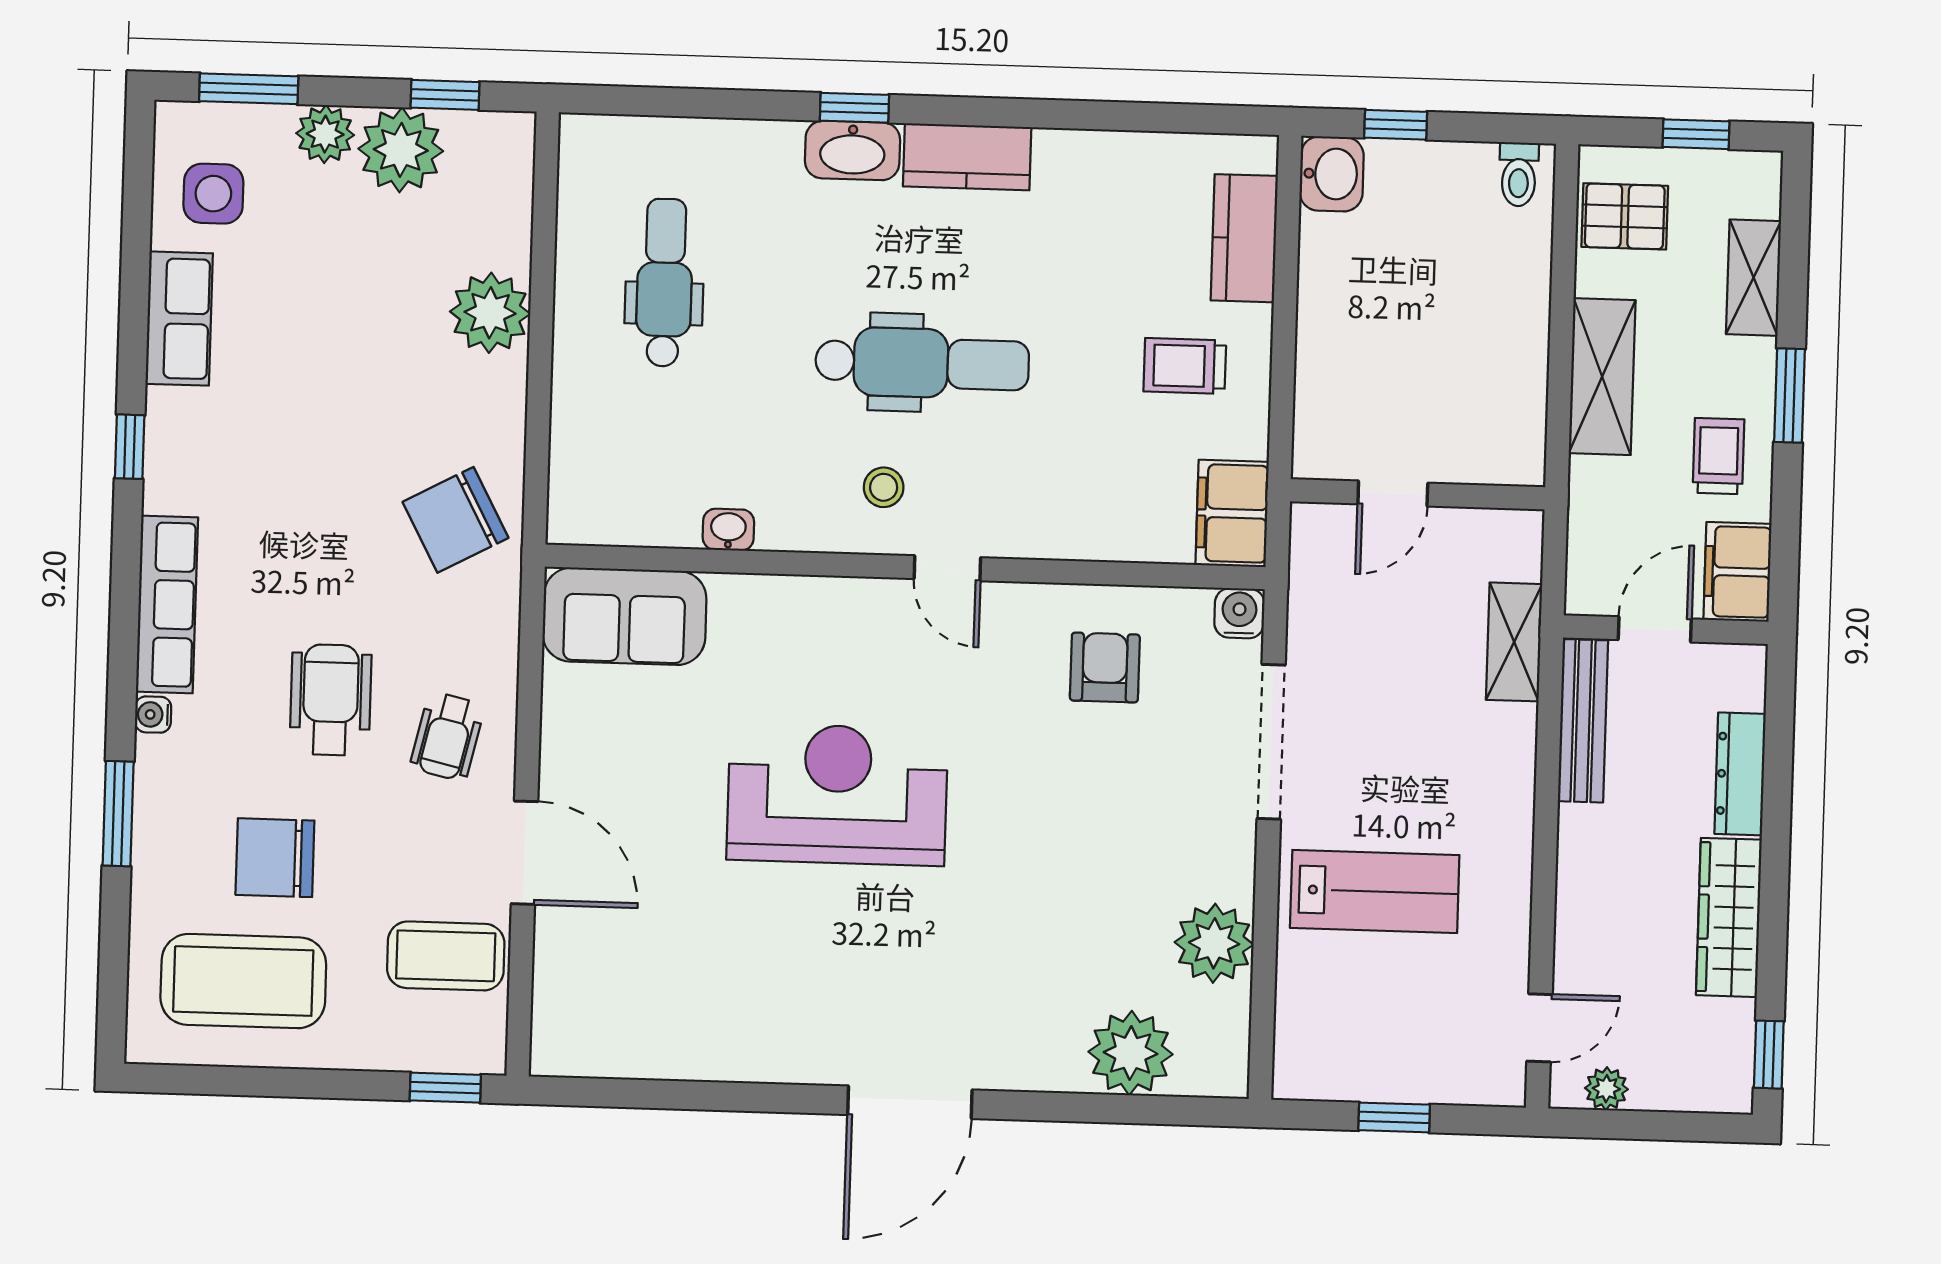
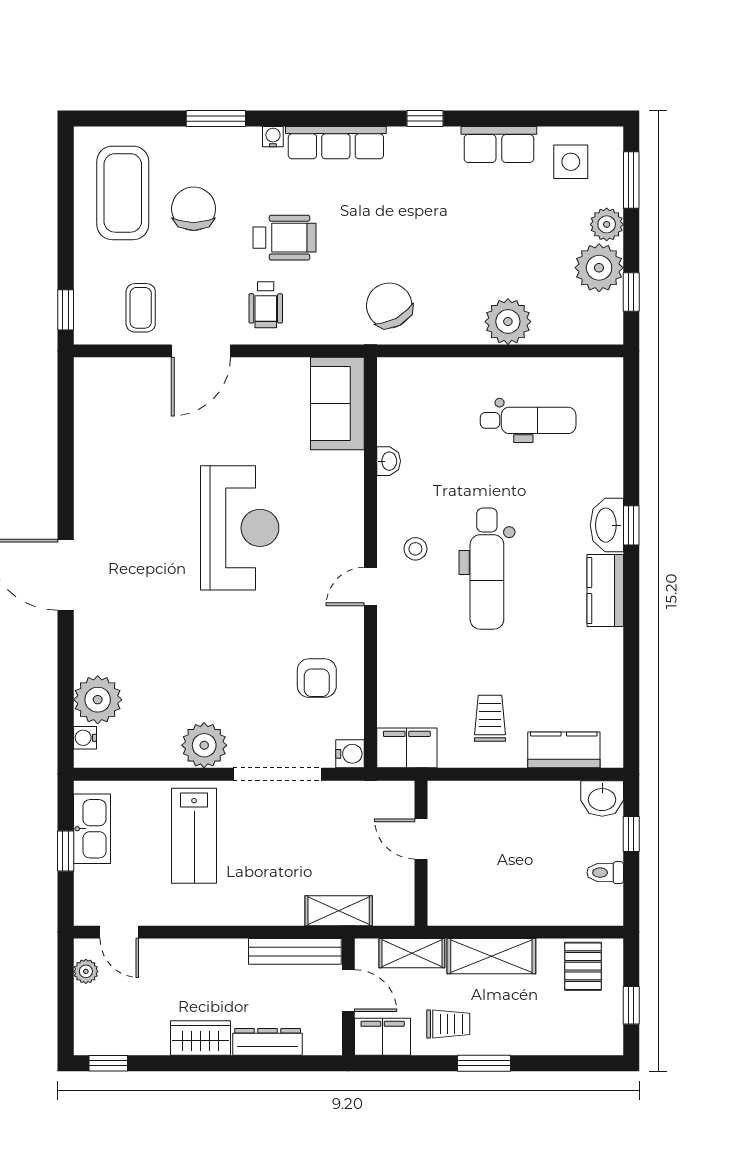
toilet: (1519, 174) -> (605, 873), moved
shelving: (1754, 278) -> (412, 953), moved
armchair: (1105, 668) -> (317, 678), turned 90
wheelchair: (447, 736) -> (266, 305), turned -103
wardrobe: (1729, 917) -> (201, 1038), width x0.67
plant: (1214, 943) -> (204, 745), moved
coffee table: (446, 956) -> (141, 308), width x0.73, depth x0.77
kitchen sink: (1357, 1070) -> (92, 829), added
water cooler: (1197, 1077) -> (85, 738), added

